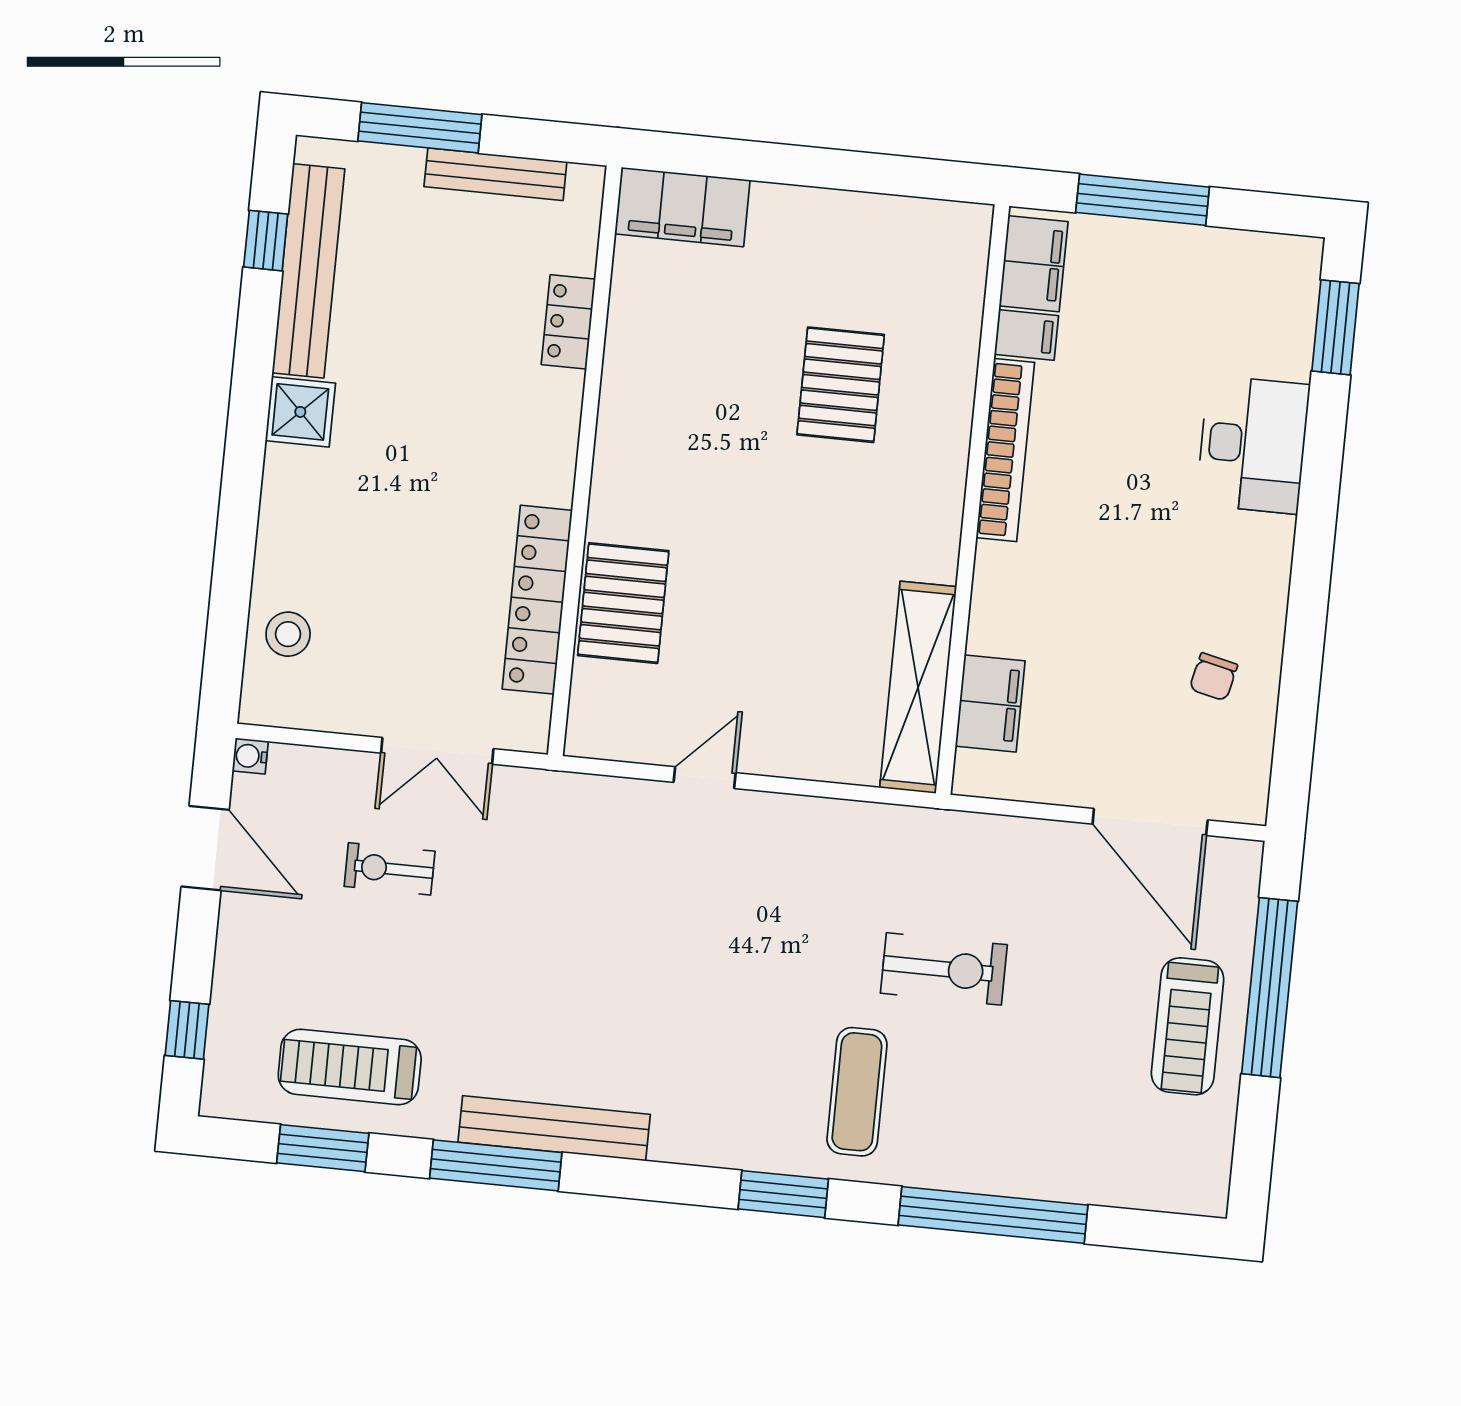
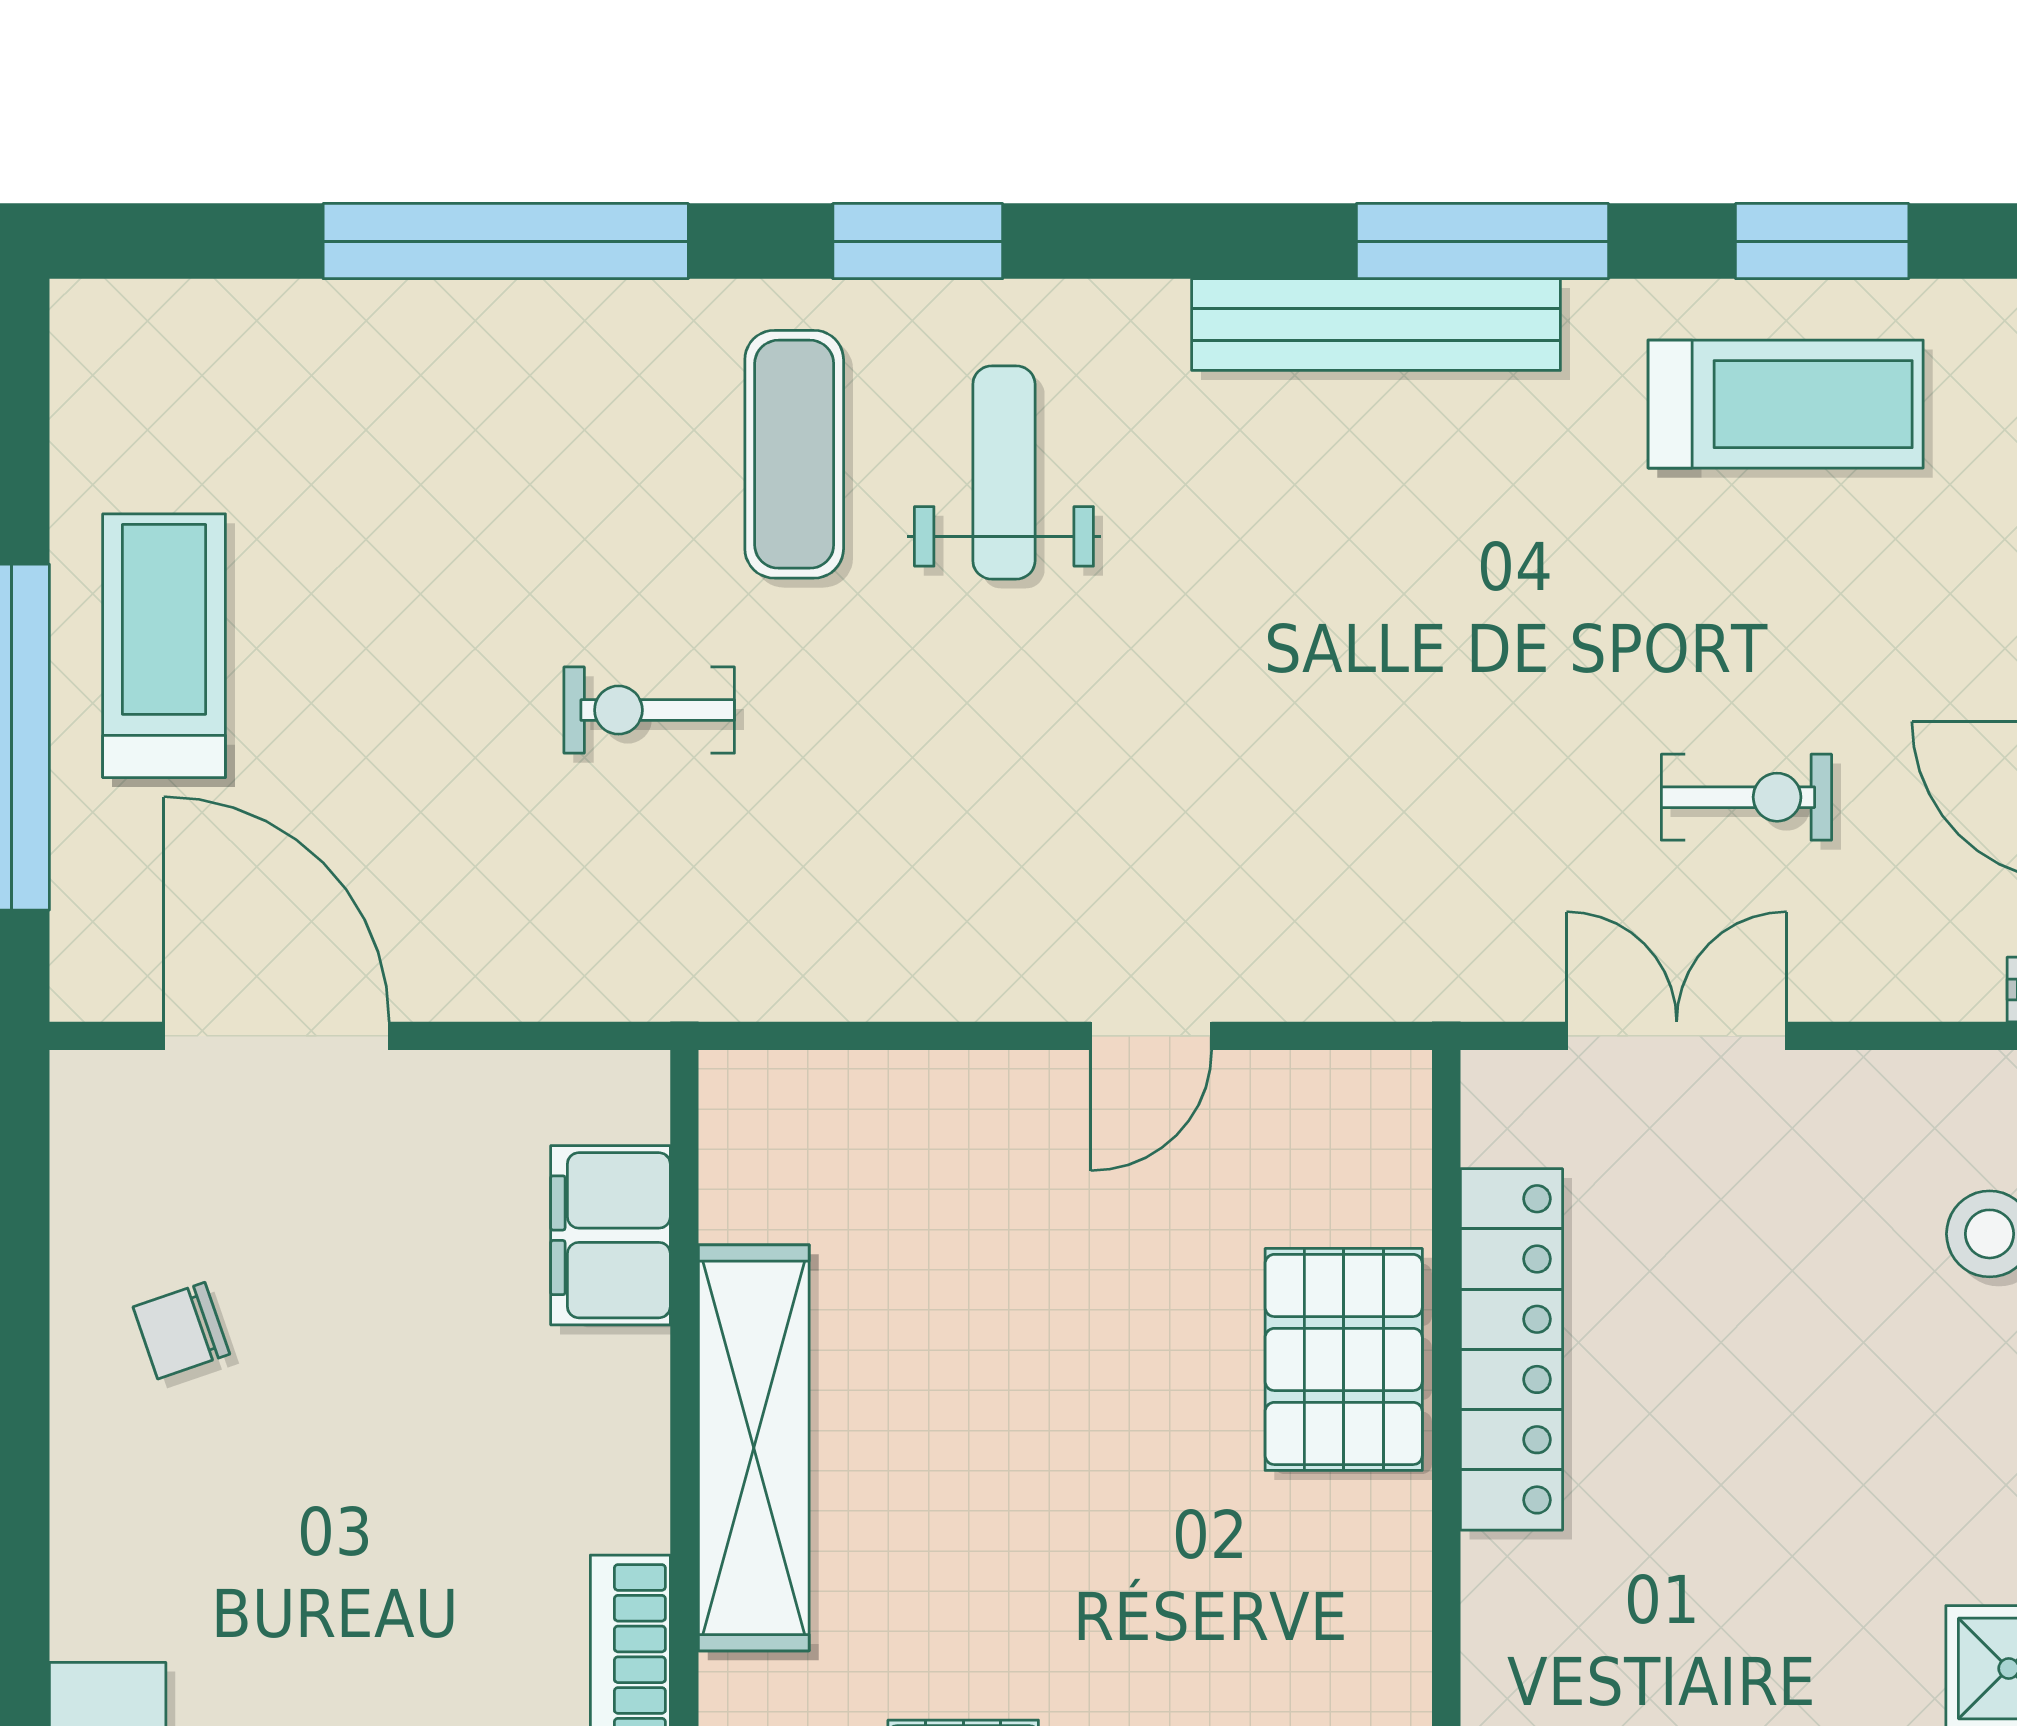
chair: (1213, 677) -> (181, 1331), turned -122
shelving: (918, 687) -> (754, 1448), moved
exercise bike: (944, 969) -> (649, 710), width x0.73, depth x0.72
weight bench: (751, 1072) -> (1004, 472), added

